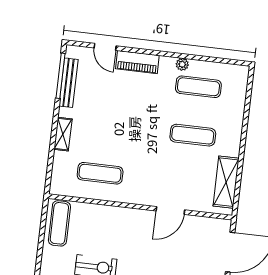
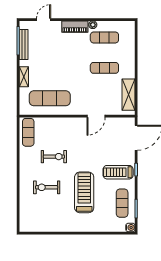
door: (105, 47) -> (44, 20), swing flipped
piano: (137, 62) -> (75, 27), moved
exercise mat: (100, 173) -> (50, 98), width x1.36, depth x1.45

